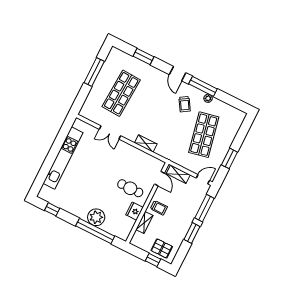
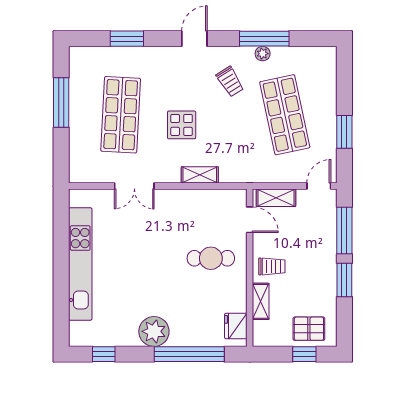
door: (178, 74) -> (194, 39), swing flipped
window: (203, 86) -> (264, 39), moved
display table: (149, 114) -> (182, 125), added
fridge: (134, 211) -> (236, 326), moved
plant: (96, 217) -> (154, 331), moved

